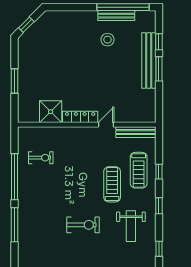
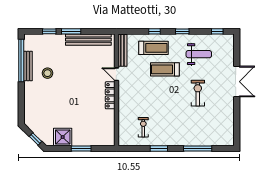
bench: (149, 60) -> (88, 40), moved
shower: (51, 112) -> (63, 137), moved
window: (15, 177) -> (159, 149), width x0.47

